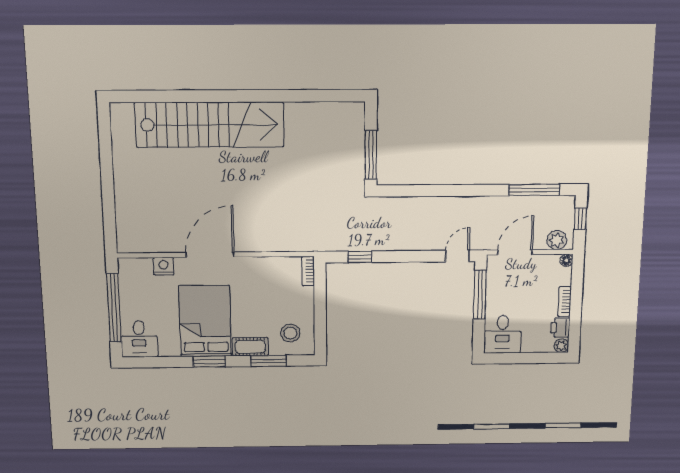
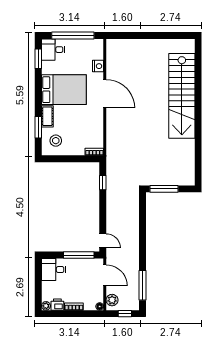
window: (209, 362) -> (38, 59), moved

